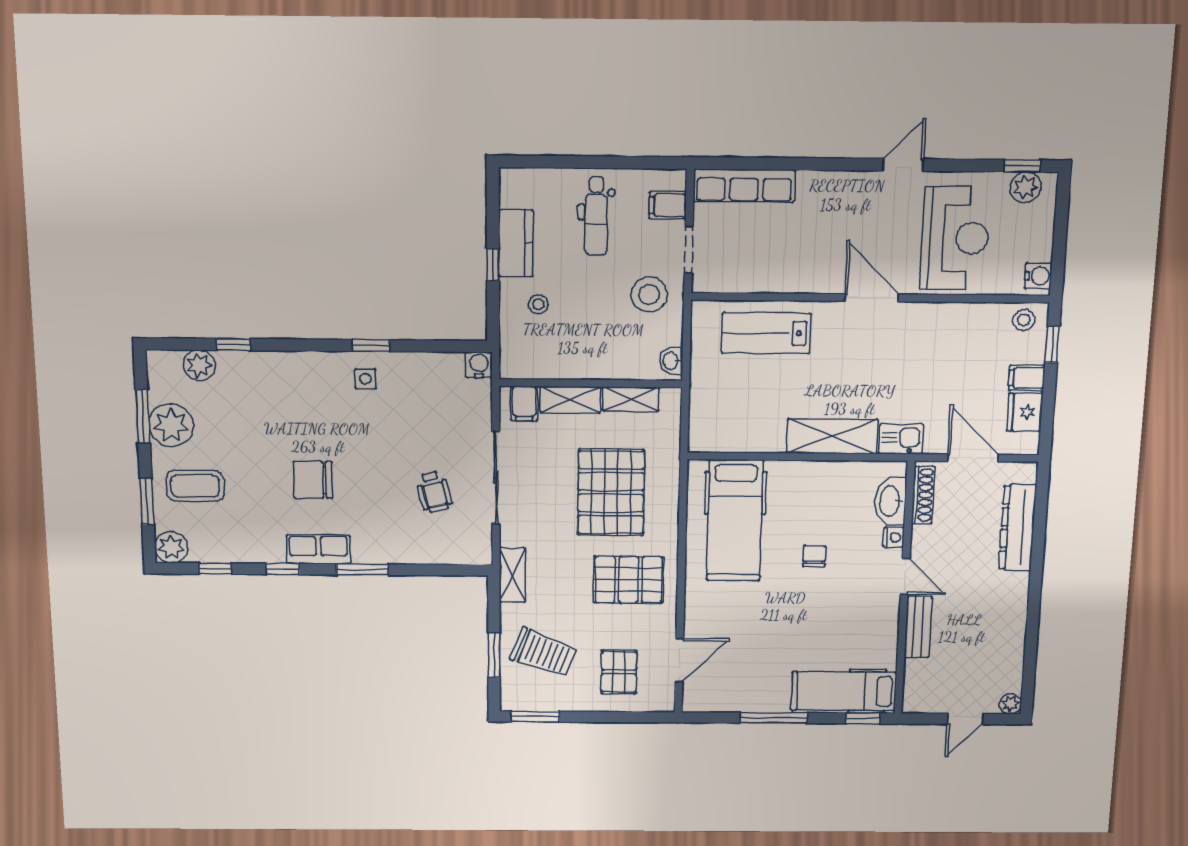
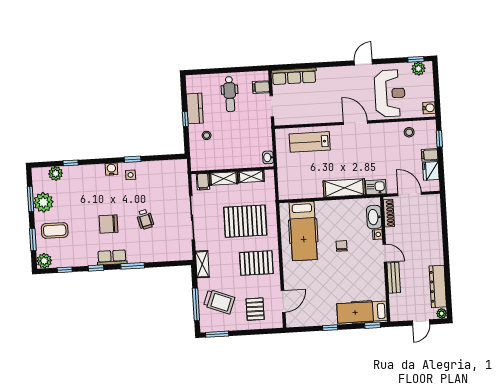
stool: (649, 295) -> (256, 128), removed
stool: (1024, 320) -> (409, 132), moved
water cooler: (479, 365) -> (111, 169), moved
wheelchair: (434, 492) -> (145, 219), moved
pallet: (611, 492) -> (245, 221), turned 90
dresser: (1018, 528) -> (438, 286), moved
window: (494, 655) -> (196, 304), width x1.44
window: (774, 718) -> (330, 328), width x0.46

